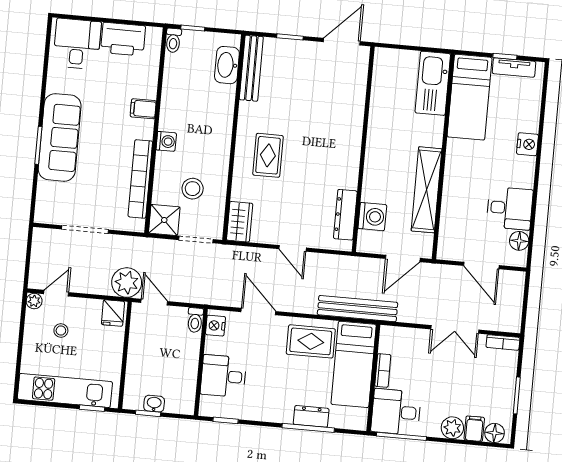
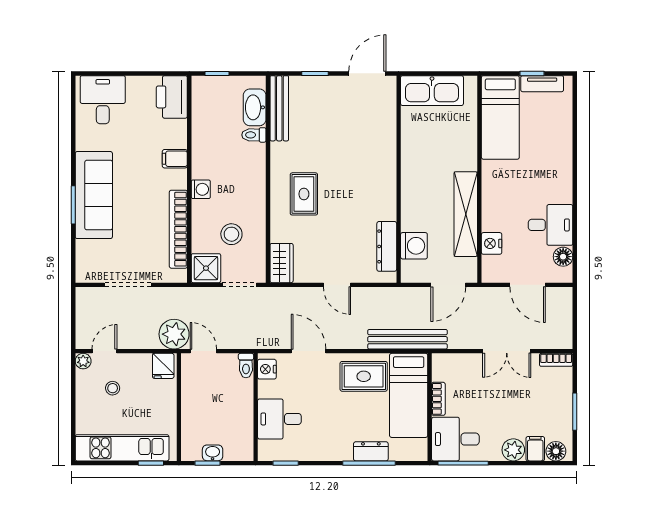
printer: (123, 39) -> (172, 97), moved, turned 90
toilet: (173, 40) -> (254, 135), moved, turned 90
kitchen sink: (433, 83) -> (432, 91), moved, turned -90
nightstand: (527, 144) -> (492, 243), moved, turned 180

